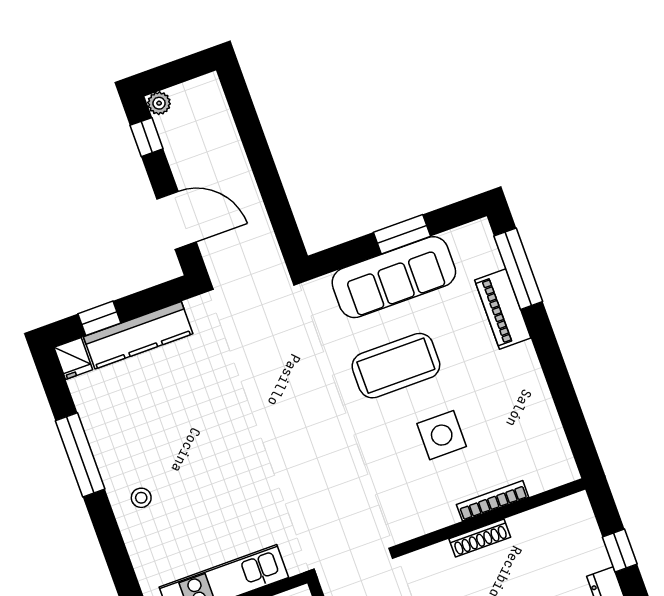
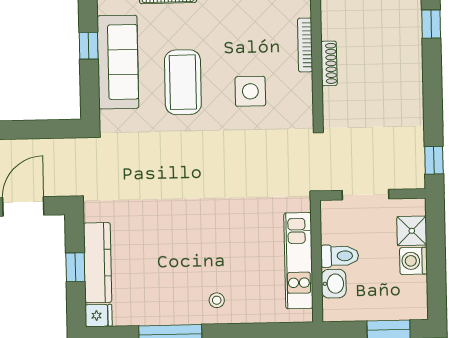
window: (402, 234) -> (89, 46), width x0.67
window: (99, 318) -> (75, 267), moved
side table: (442, 435) -> (250, 91), moved

